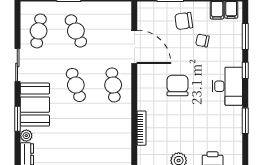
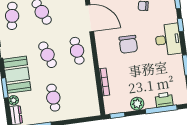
chair: (177, 86) -> (128, 44), turned 180
cafe table: (76, 139) -> (53, 98), added

